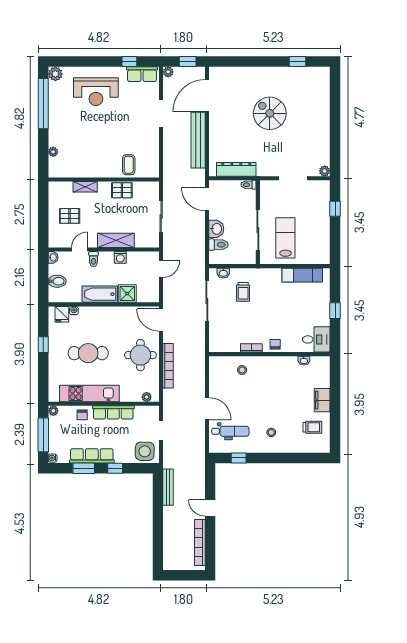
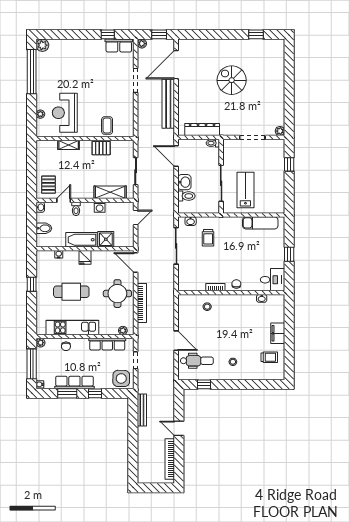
reception desk: (96, 92) -> (65, 113), moved, turned 90
pallet: (70, 216) -> (48, 185), moved, turned 90
shelving: (116, 240) -> (110, 192), moved
fridge: (62, 314) -> (85, 257), moved
row of seats: (113, 412) -> (107, 344), moved

